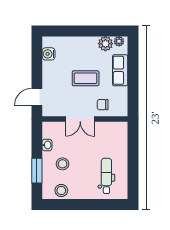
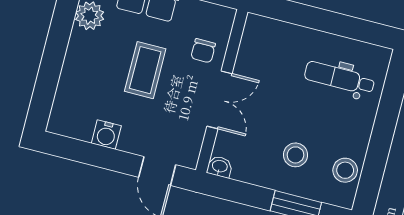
water cooler: (49, 54) -> (106, 134), moved
washbasin: (47, 145) -> (220, 167), moved

